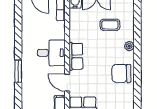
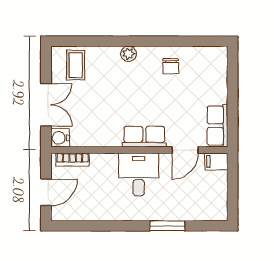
coffee table: (110, 25) -> (76, 65), moved
chair: (121, 73) -> (171, 66), width x0.54, depth x0.54

